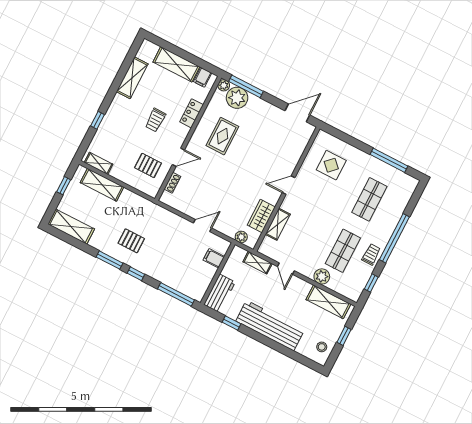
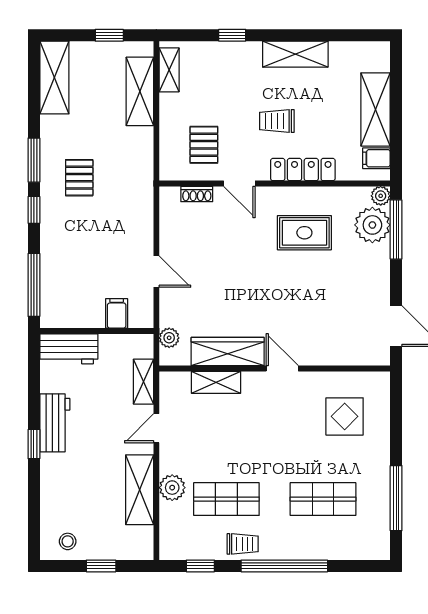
shelving: (132, 78) -> (295, 54), moved
locker: (192, 113) -> (303, 170), width x1.53
wardrobe: (261, 216) -> (228, 352), width x1.50
shelving: (328, 302) -> (140, 490), moved
window: (232, 323) -> (34, 444), moved
workbench: (270, 326) -> (55, 423), width x0.53, depth x0.76

